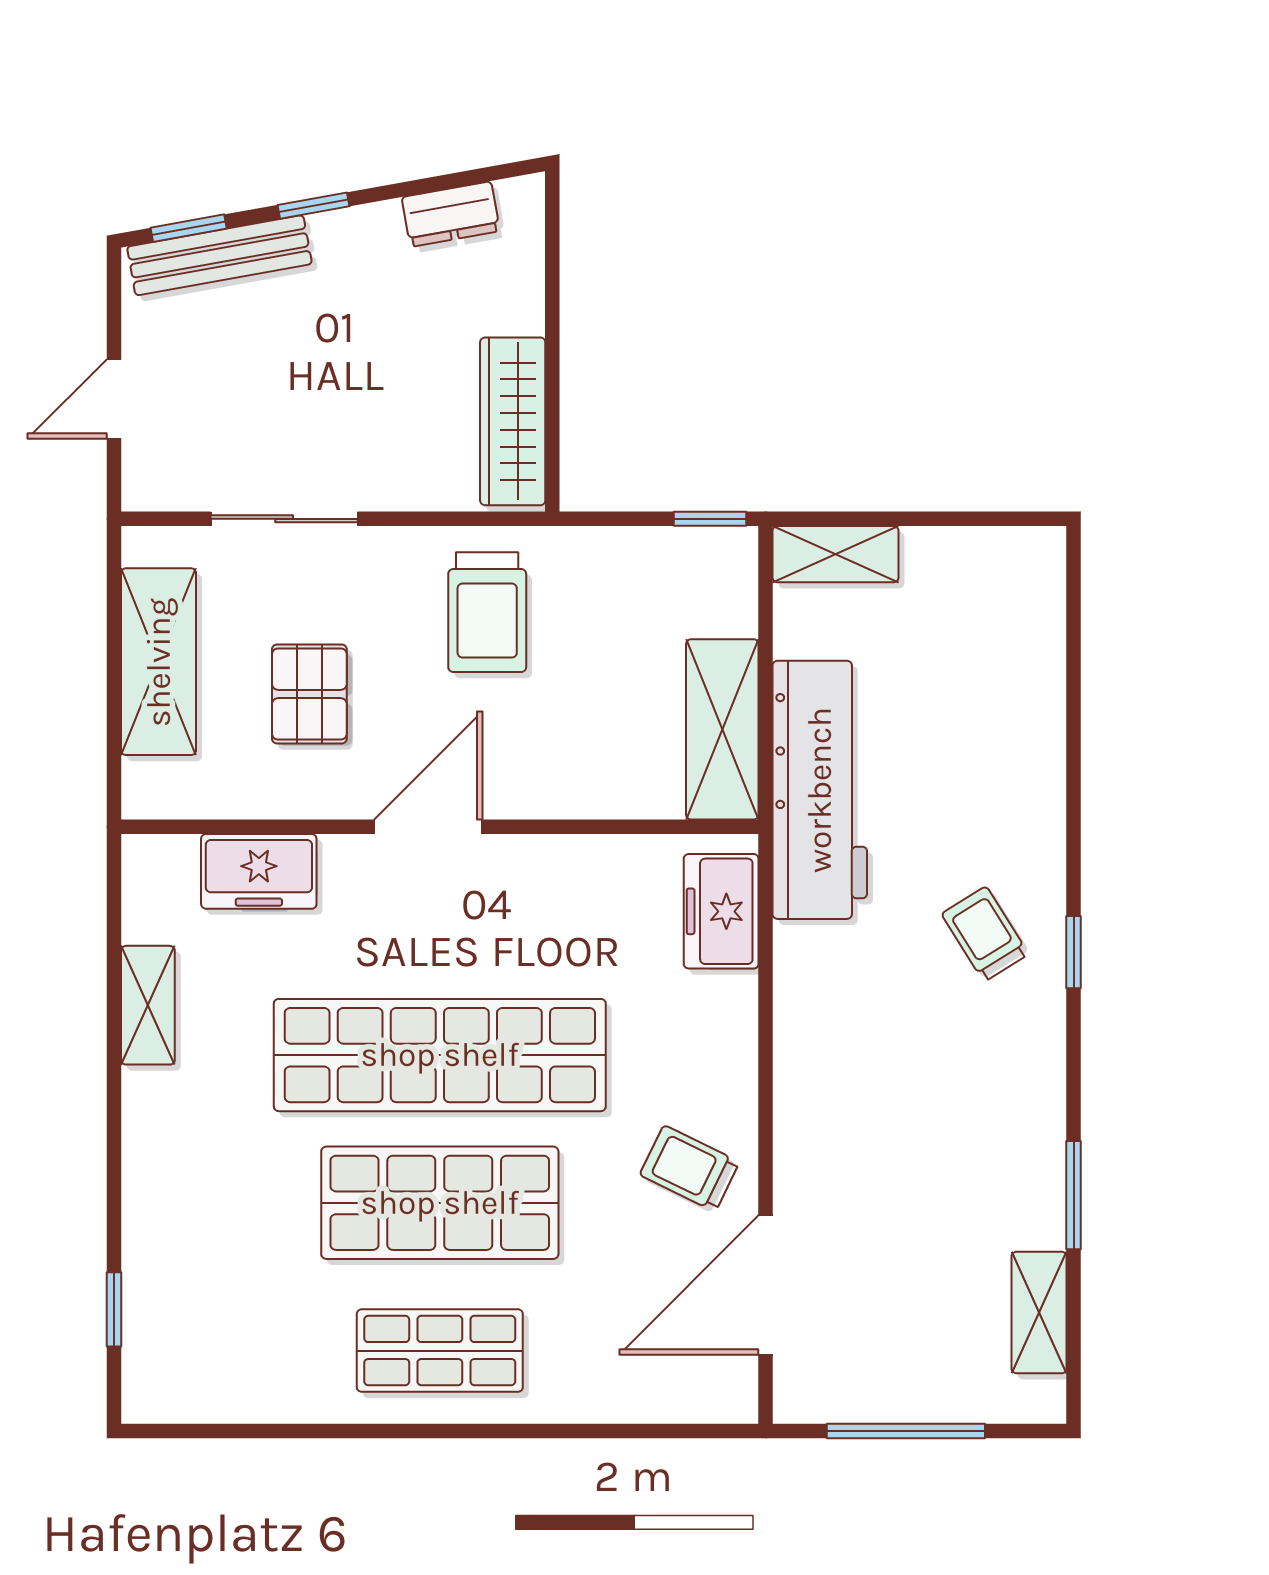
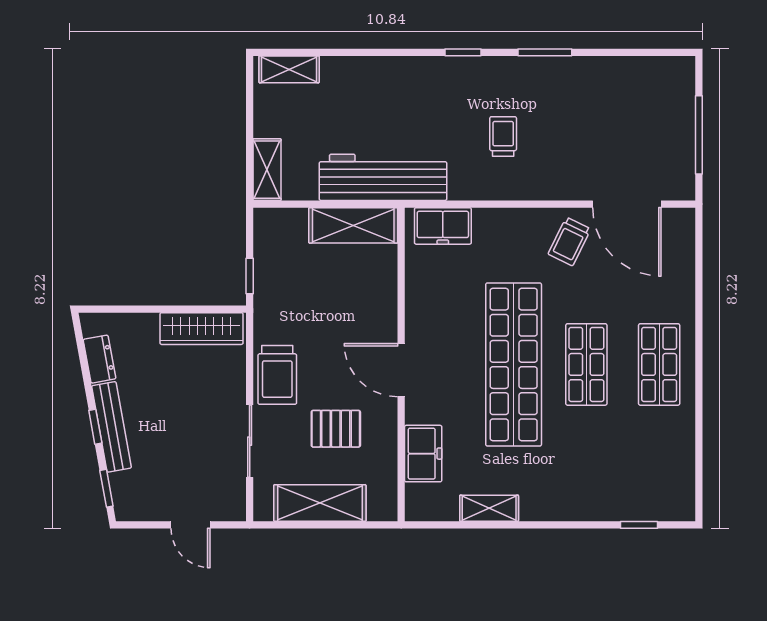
bench: (219, 255) -> (111, 427), moved
window: (710, 519) -> (250, 276), moved
trolley: (487, 612) -> (277, 375), moved, turned 90
trolley: (985, 934) -> (503, 136), moved, turned 122
window: (1074, 1195) -> (545, 52), moved
shop shelf: (440, 1203) -> (586, 364), width x0.70, depth x0.74
shelving: (1039, 1312) -> (289, 69), moved

